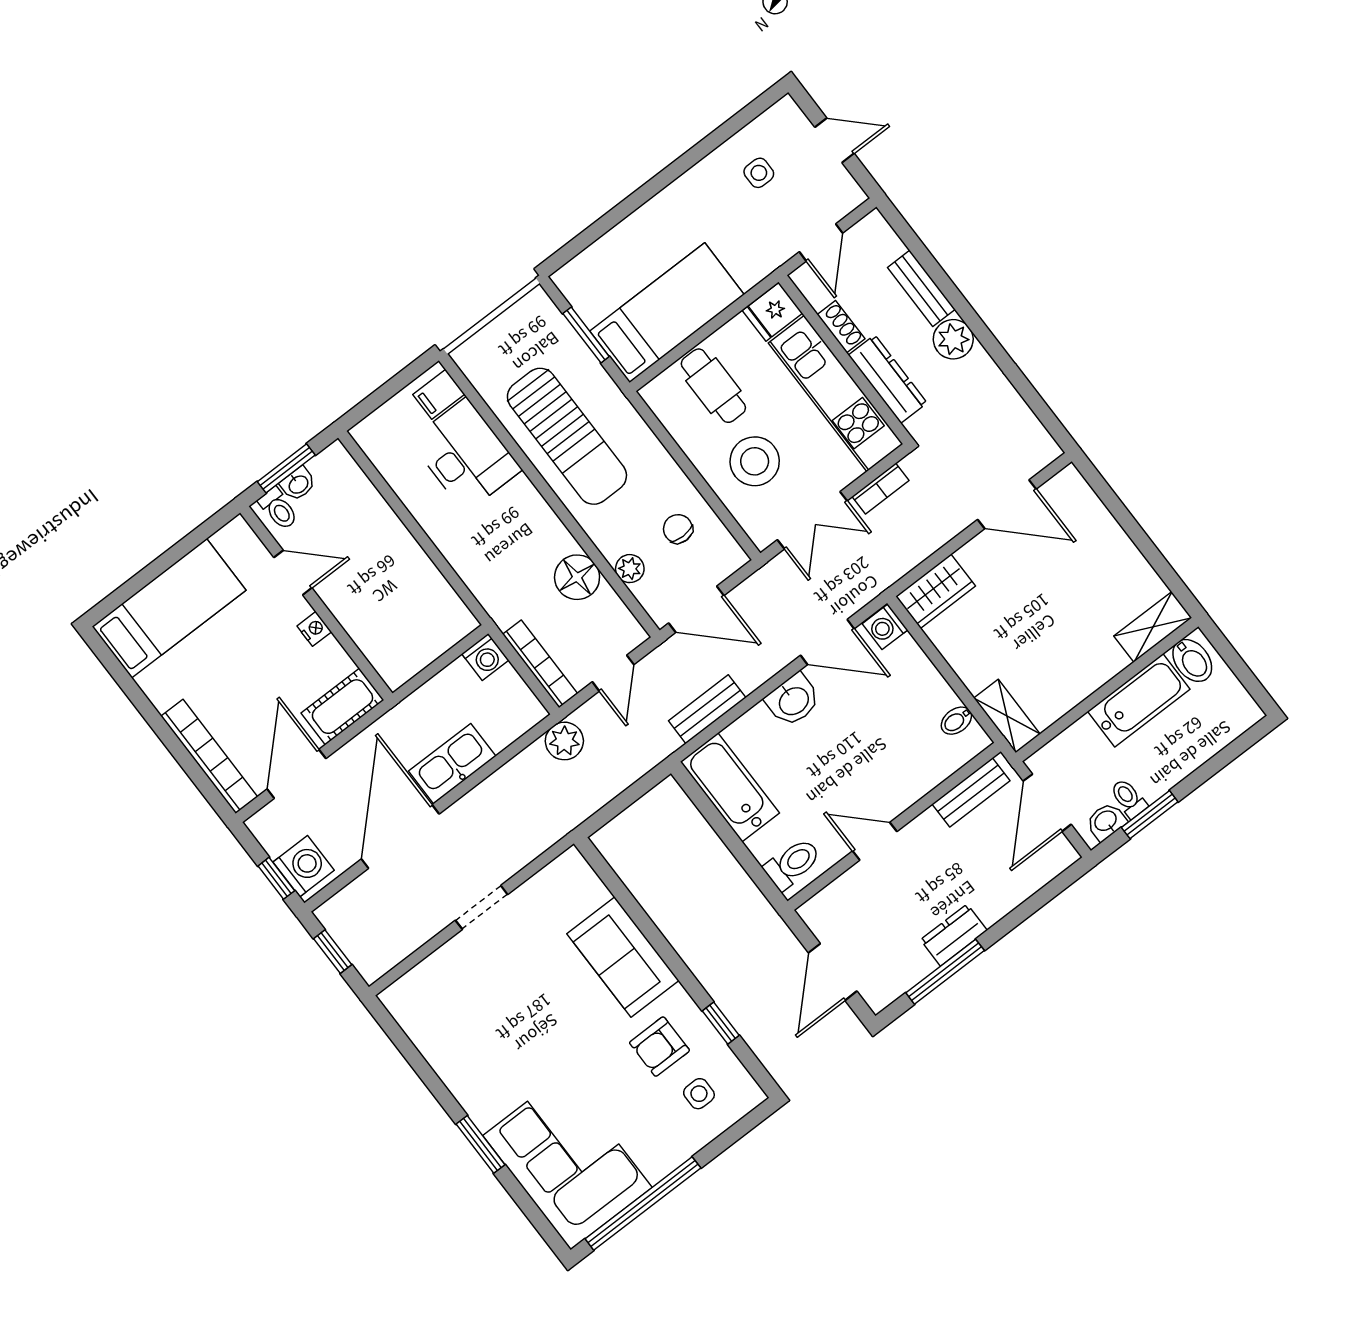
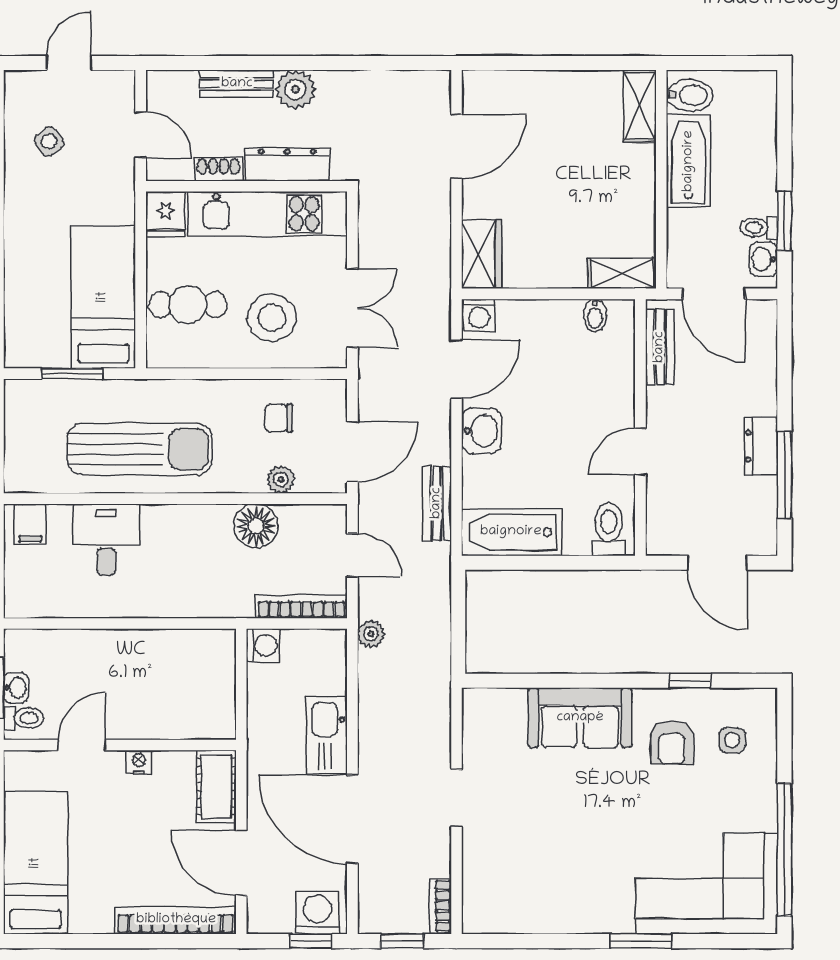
side table: (759, 173) -> (49, 142), turned -37
desk: (466, 455) -> (106, 540), width x0.73
bookcase: (880, 489) -> (440, 906), moved, turned 180
plant: (564, 741) -> (371, 634), width x0.73, depth x0.73

